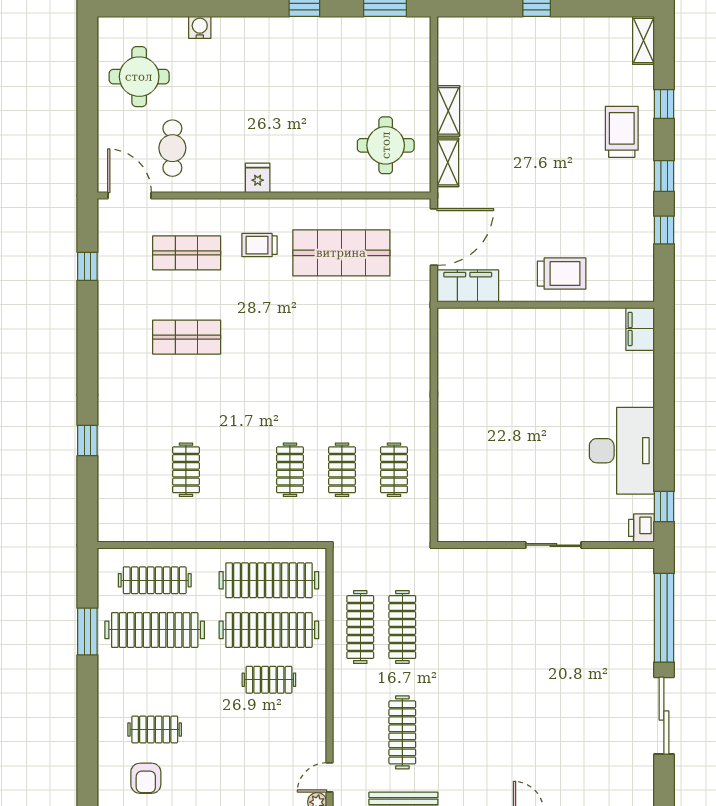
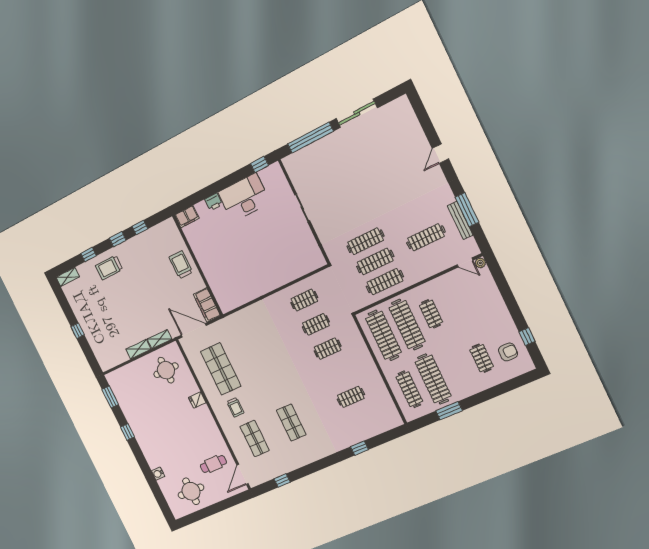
fridge: (258, 178) -> (197, 400), moved
printer: (641, 528) -> (214, 202), moved
clothes rail: (444, 627) -> (365, 241), added

